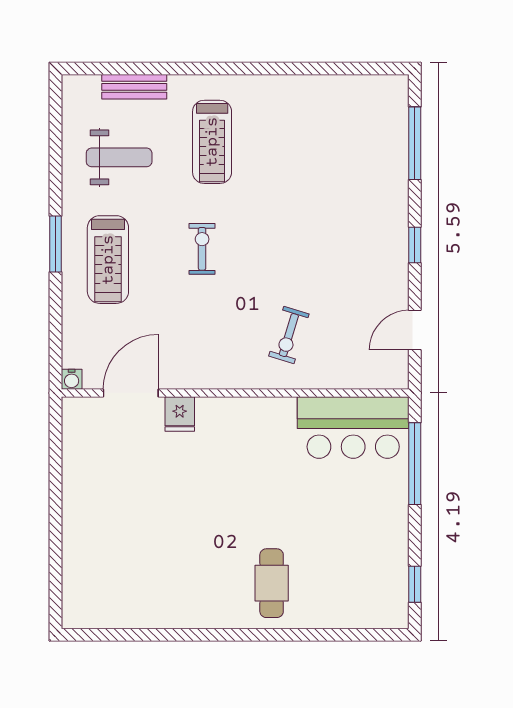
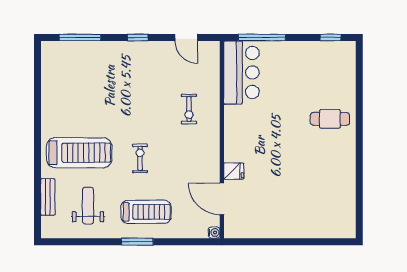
treadmill: (212, 142) -> (79, 153), width x1.37, depth x1.38
exercise bike: (202, 249) -> (140, 158), turned 90
exercise bike: (289, 335) -> (189, 109), turned 73

